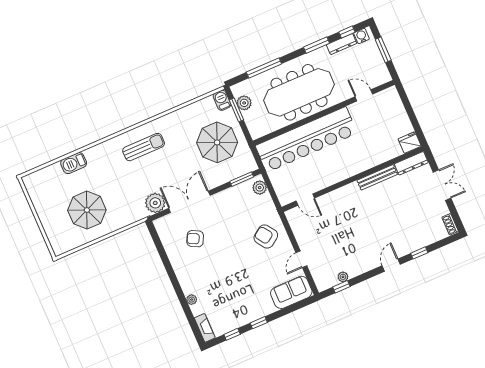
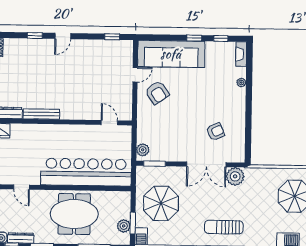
meeting table: (299, 92) -> (74, 214), width x0.73
armchair: (266, 236) -> (157, 93), moved
armchair: (195, 239) -> (216, 132), turned -51
plant: (343, 277) -> (107, 44), removed
sofa: (291, 292) -> (171, 54), width x1.85, depth x1.27

